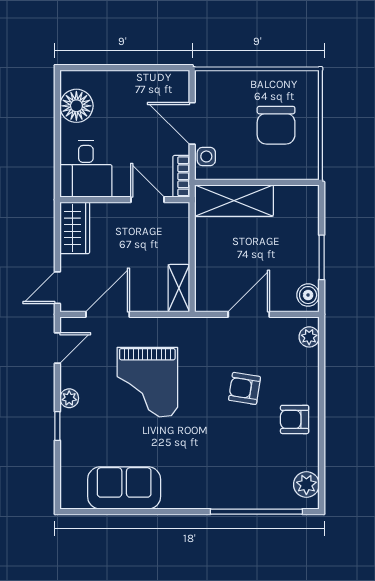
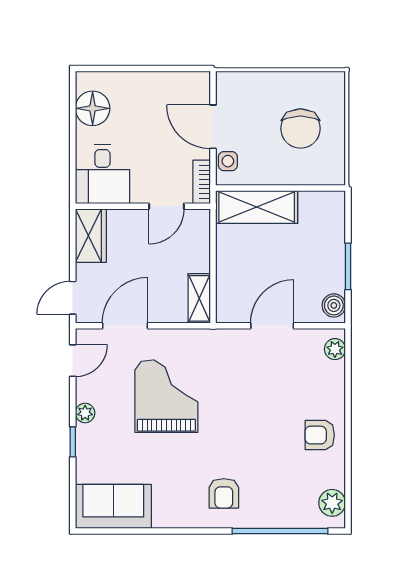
door: (147, 200) -> (167, 206), swing flipped
grand piano: (147, 382) -> (166, 396), turned 180
armchair: (245, 388) -> (224, 493), moved, turned -99
sofa: (124, 488) -> (113, 506), moved

